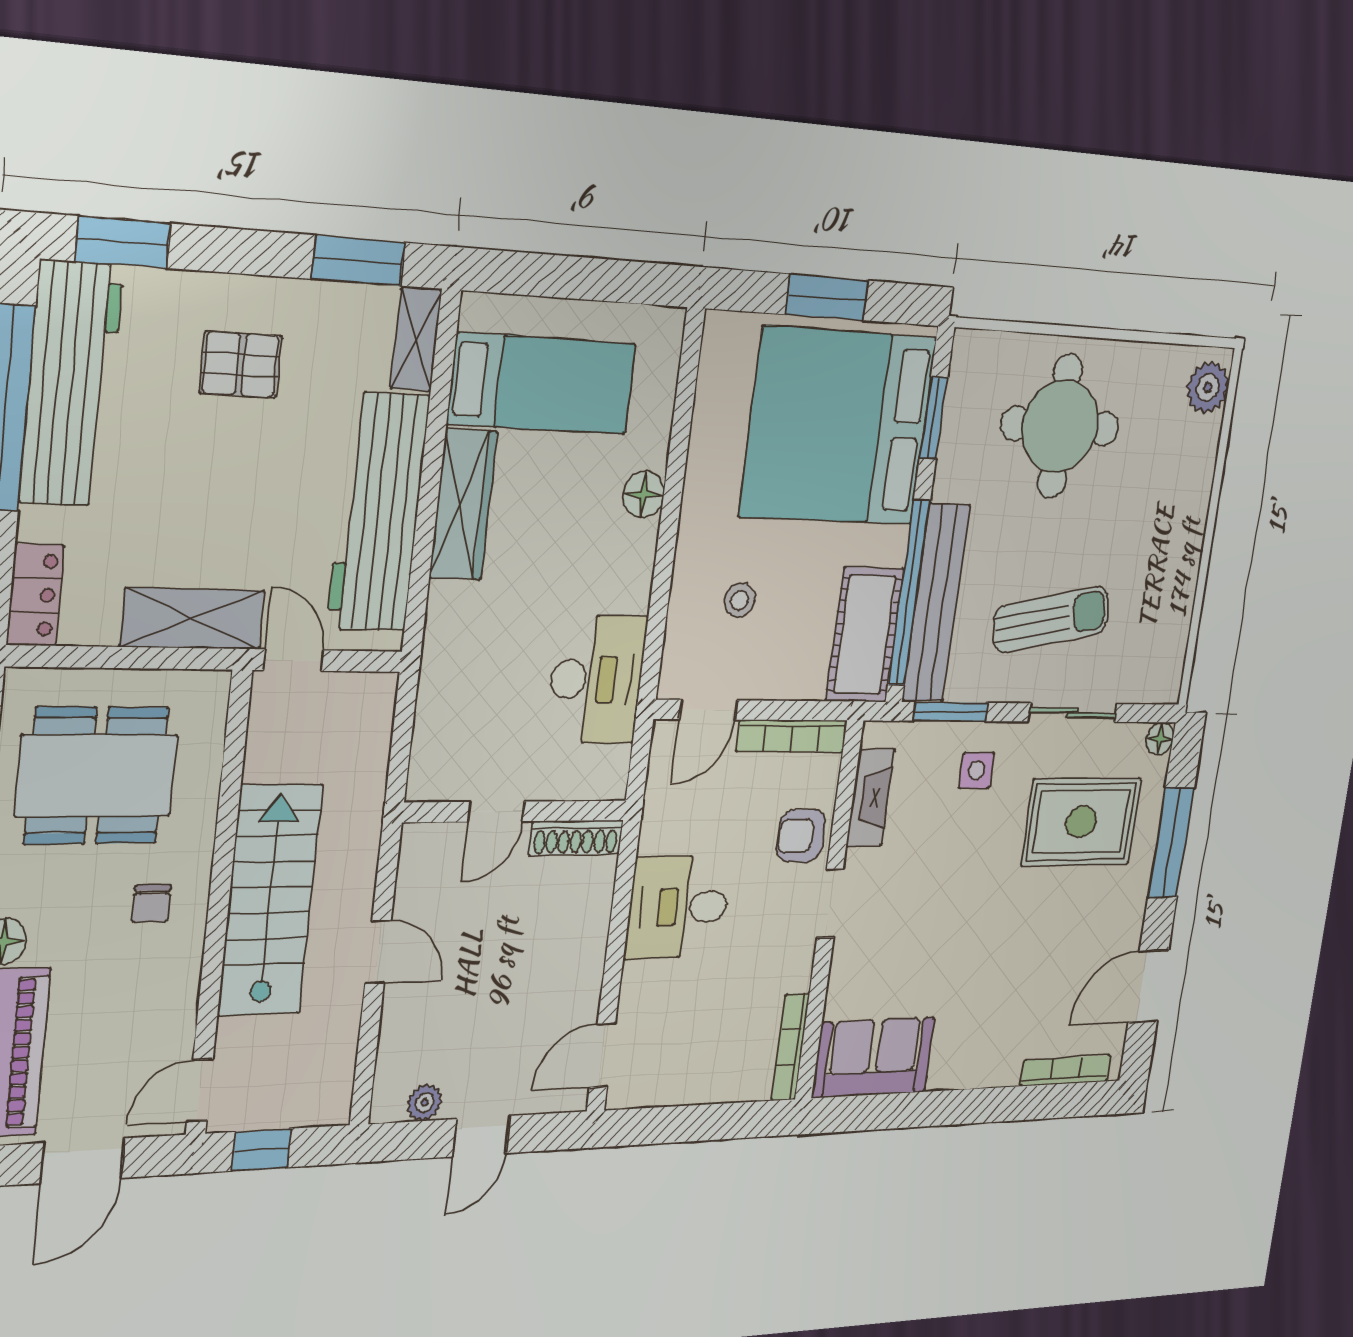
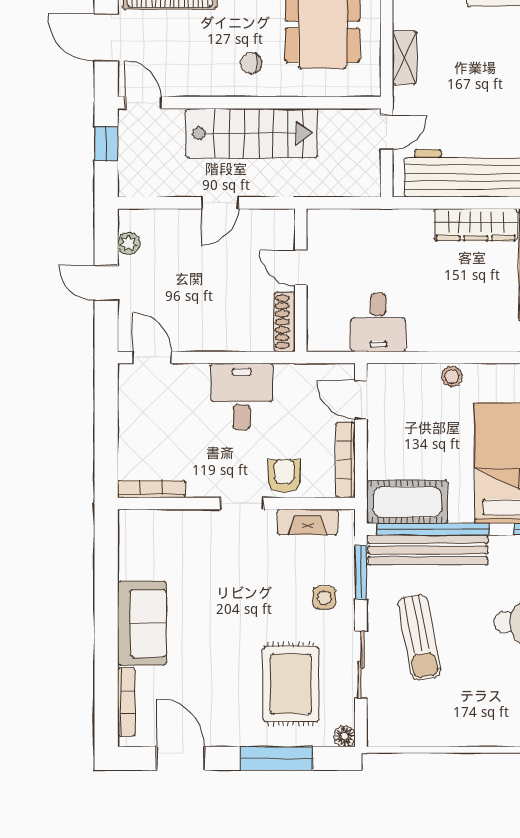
floor lamp: (644, 494) -> (486, 338), removed
stool: (740, 600) -> (452, 376), moved
shelving: (193, 619) -> (404, 58), width x0.67, depth x0.75
desk: (596, 679) -> (378, 322), width x0.73
sofa: (874, 1057) -> (142, 623), moved

